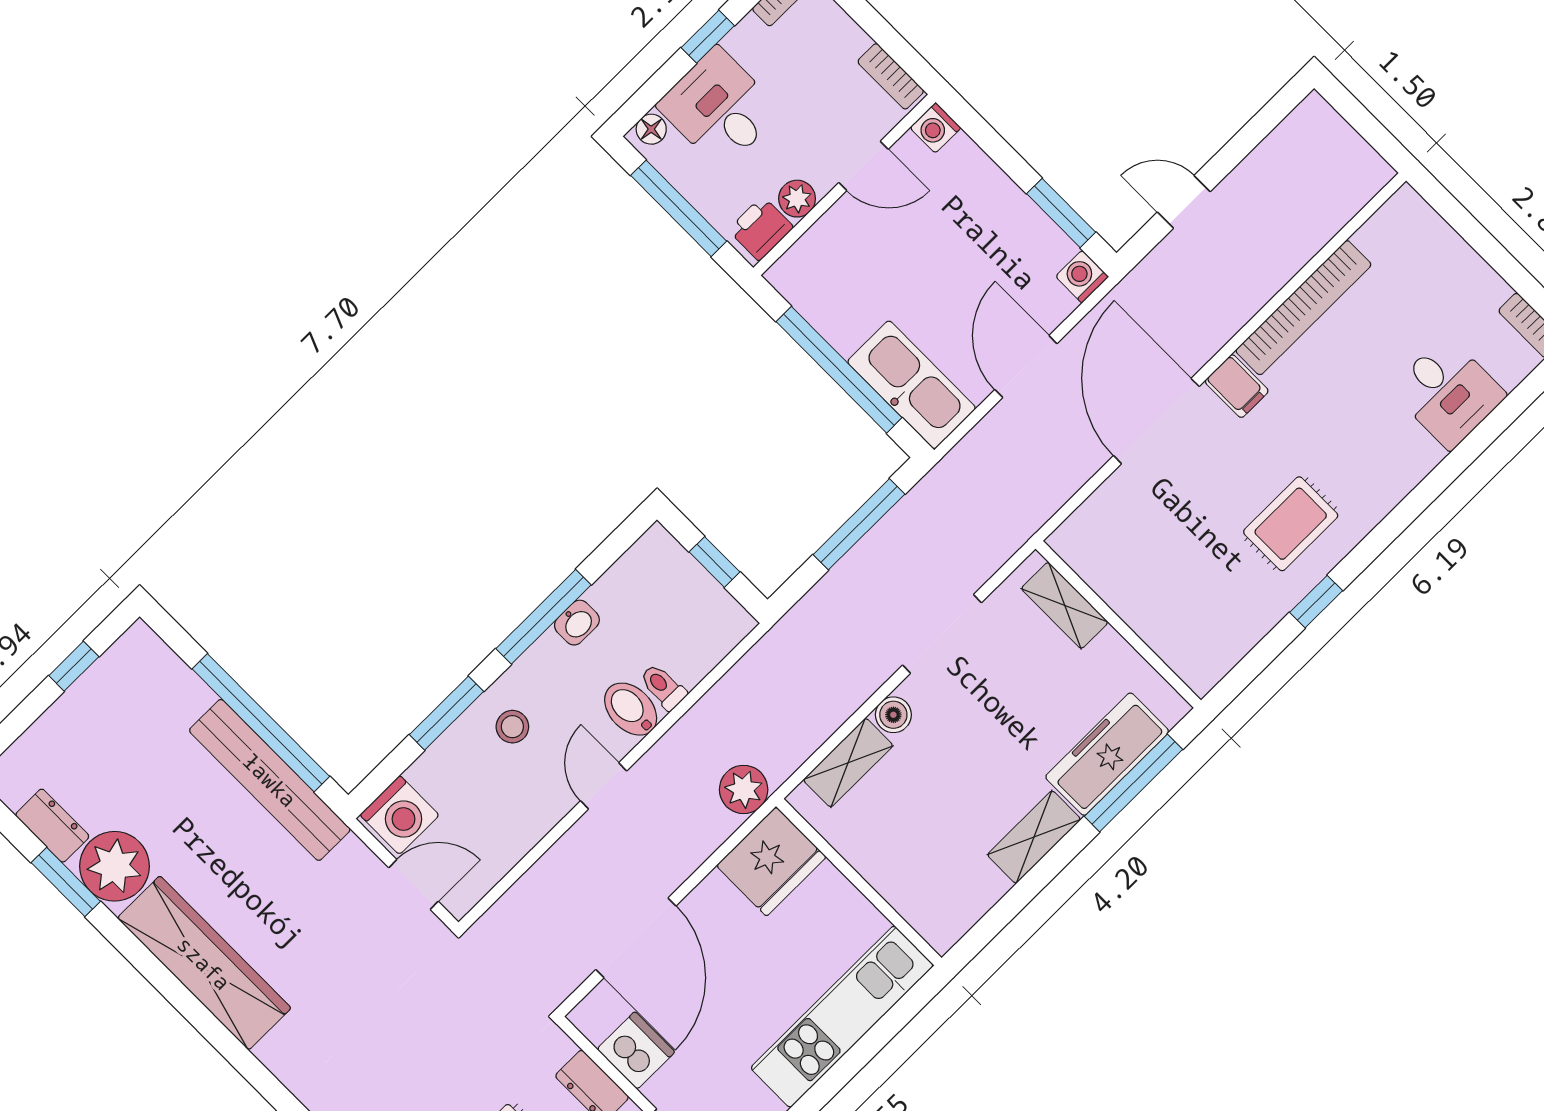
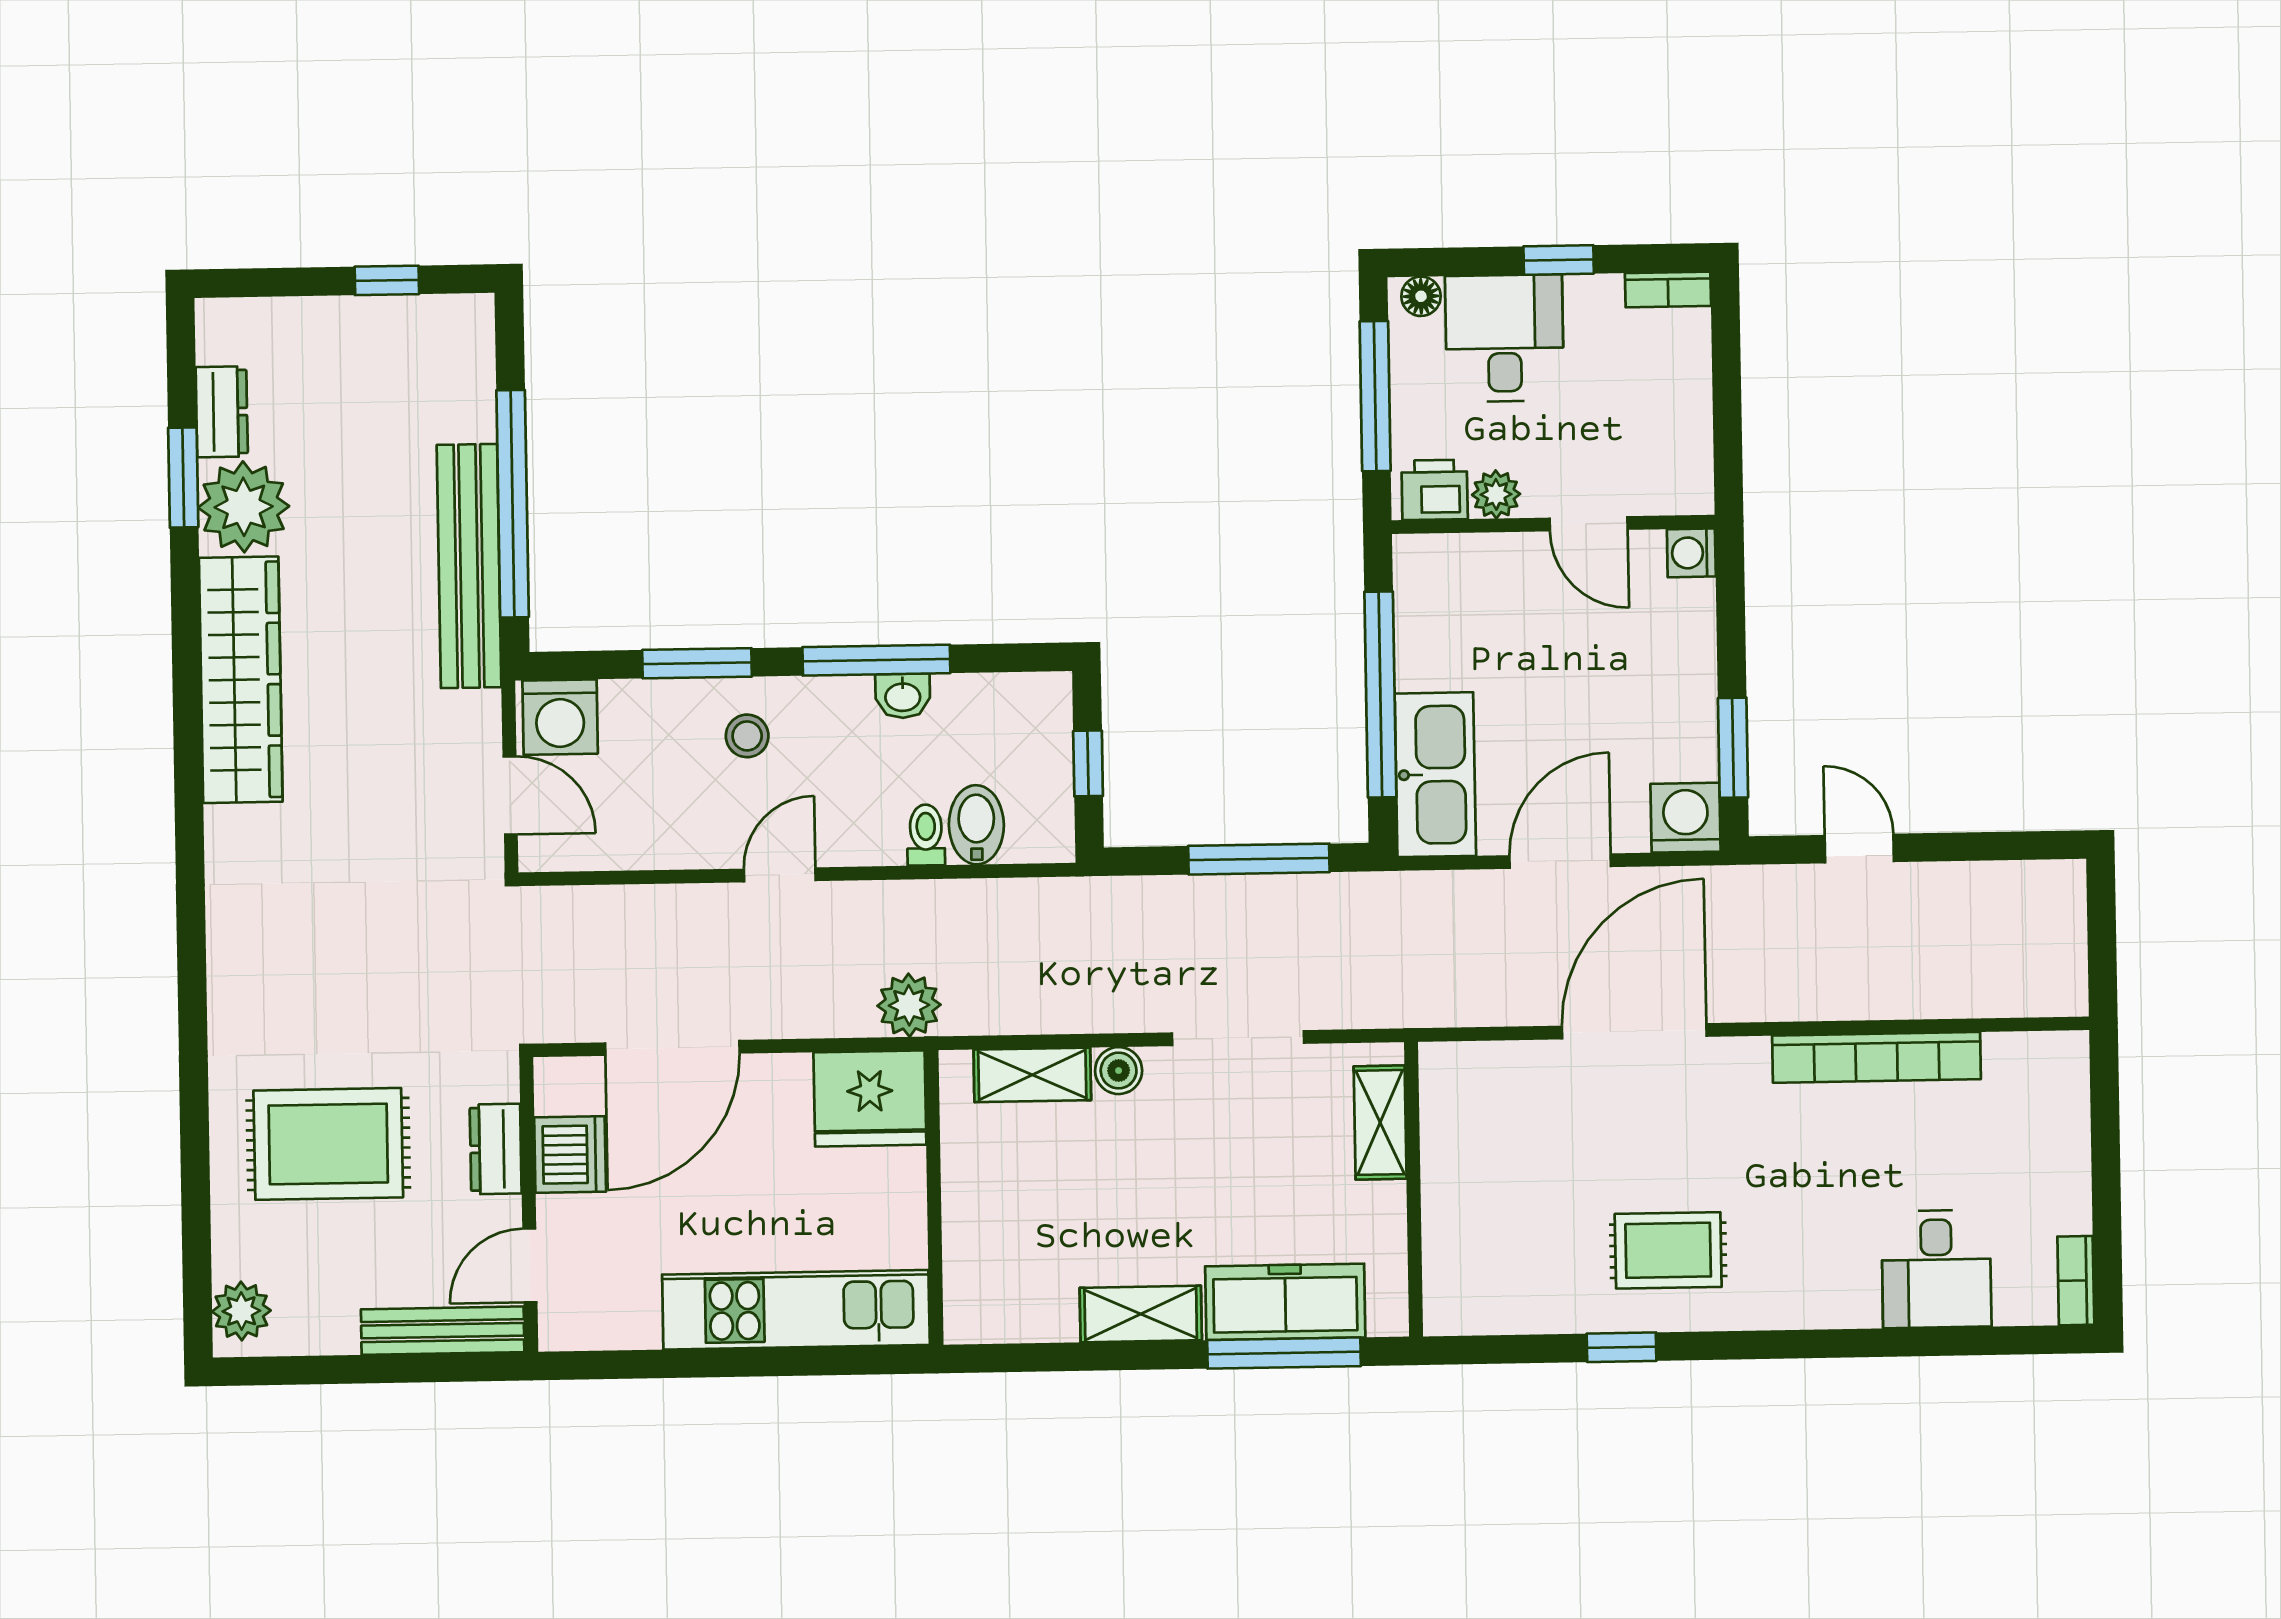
bookcase: (891, 76) -> (1696, 464), removed
washing machine: (1082, 277) -> (1686, 818), width x1.38, depth x1.38
filing cabinet: (1237, 386) -> (1742, 1071), removed
bidet: (631, 709) -> (976, 825), moved

